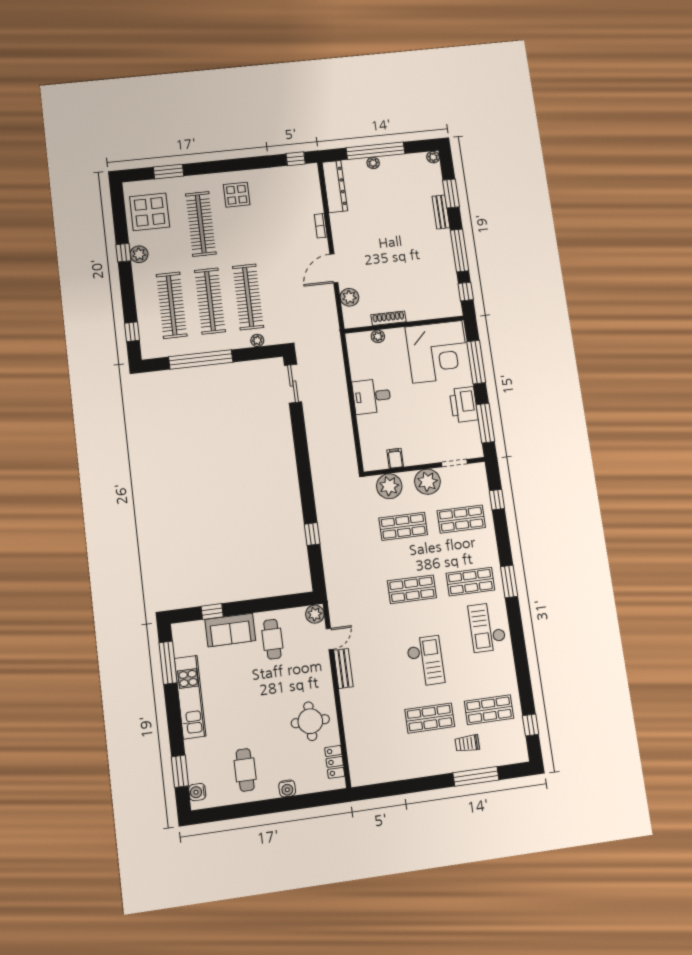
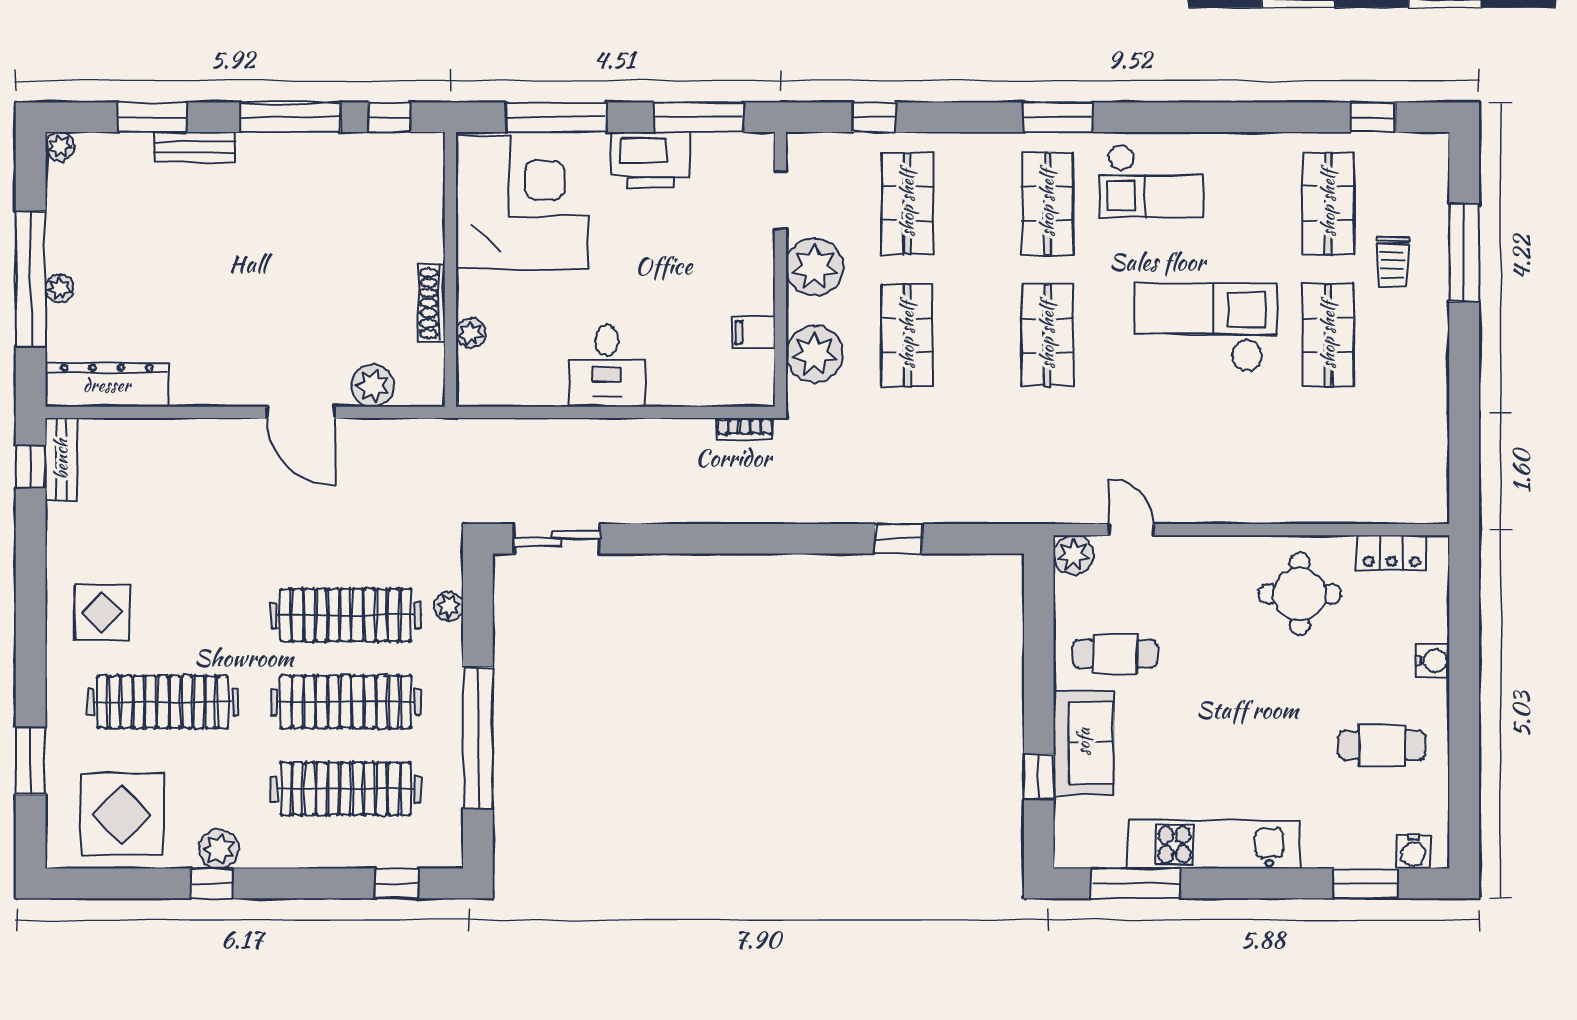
bookcase: (321, 226) -> (745, 429), moved
checkout: (425, 661) -> (1206, 327), width x1.36, depth x1.21
bench: (343, 668) -> (61, 459), moved, turned 90

